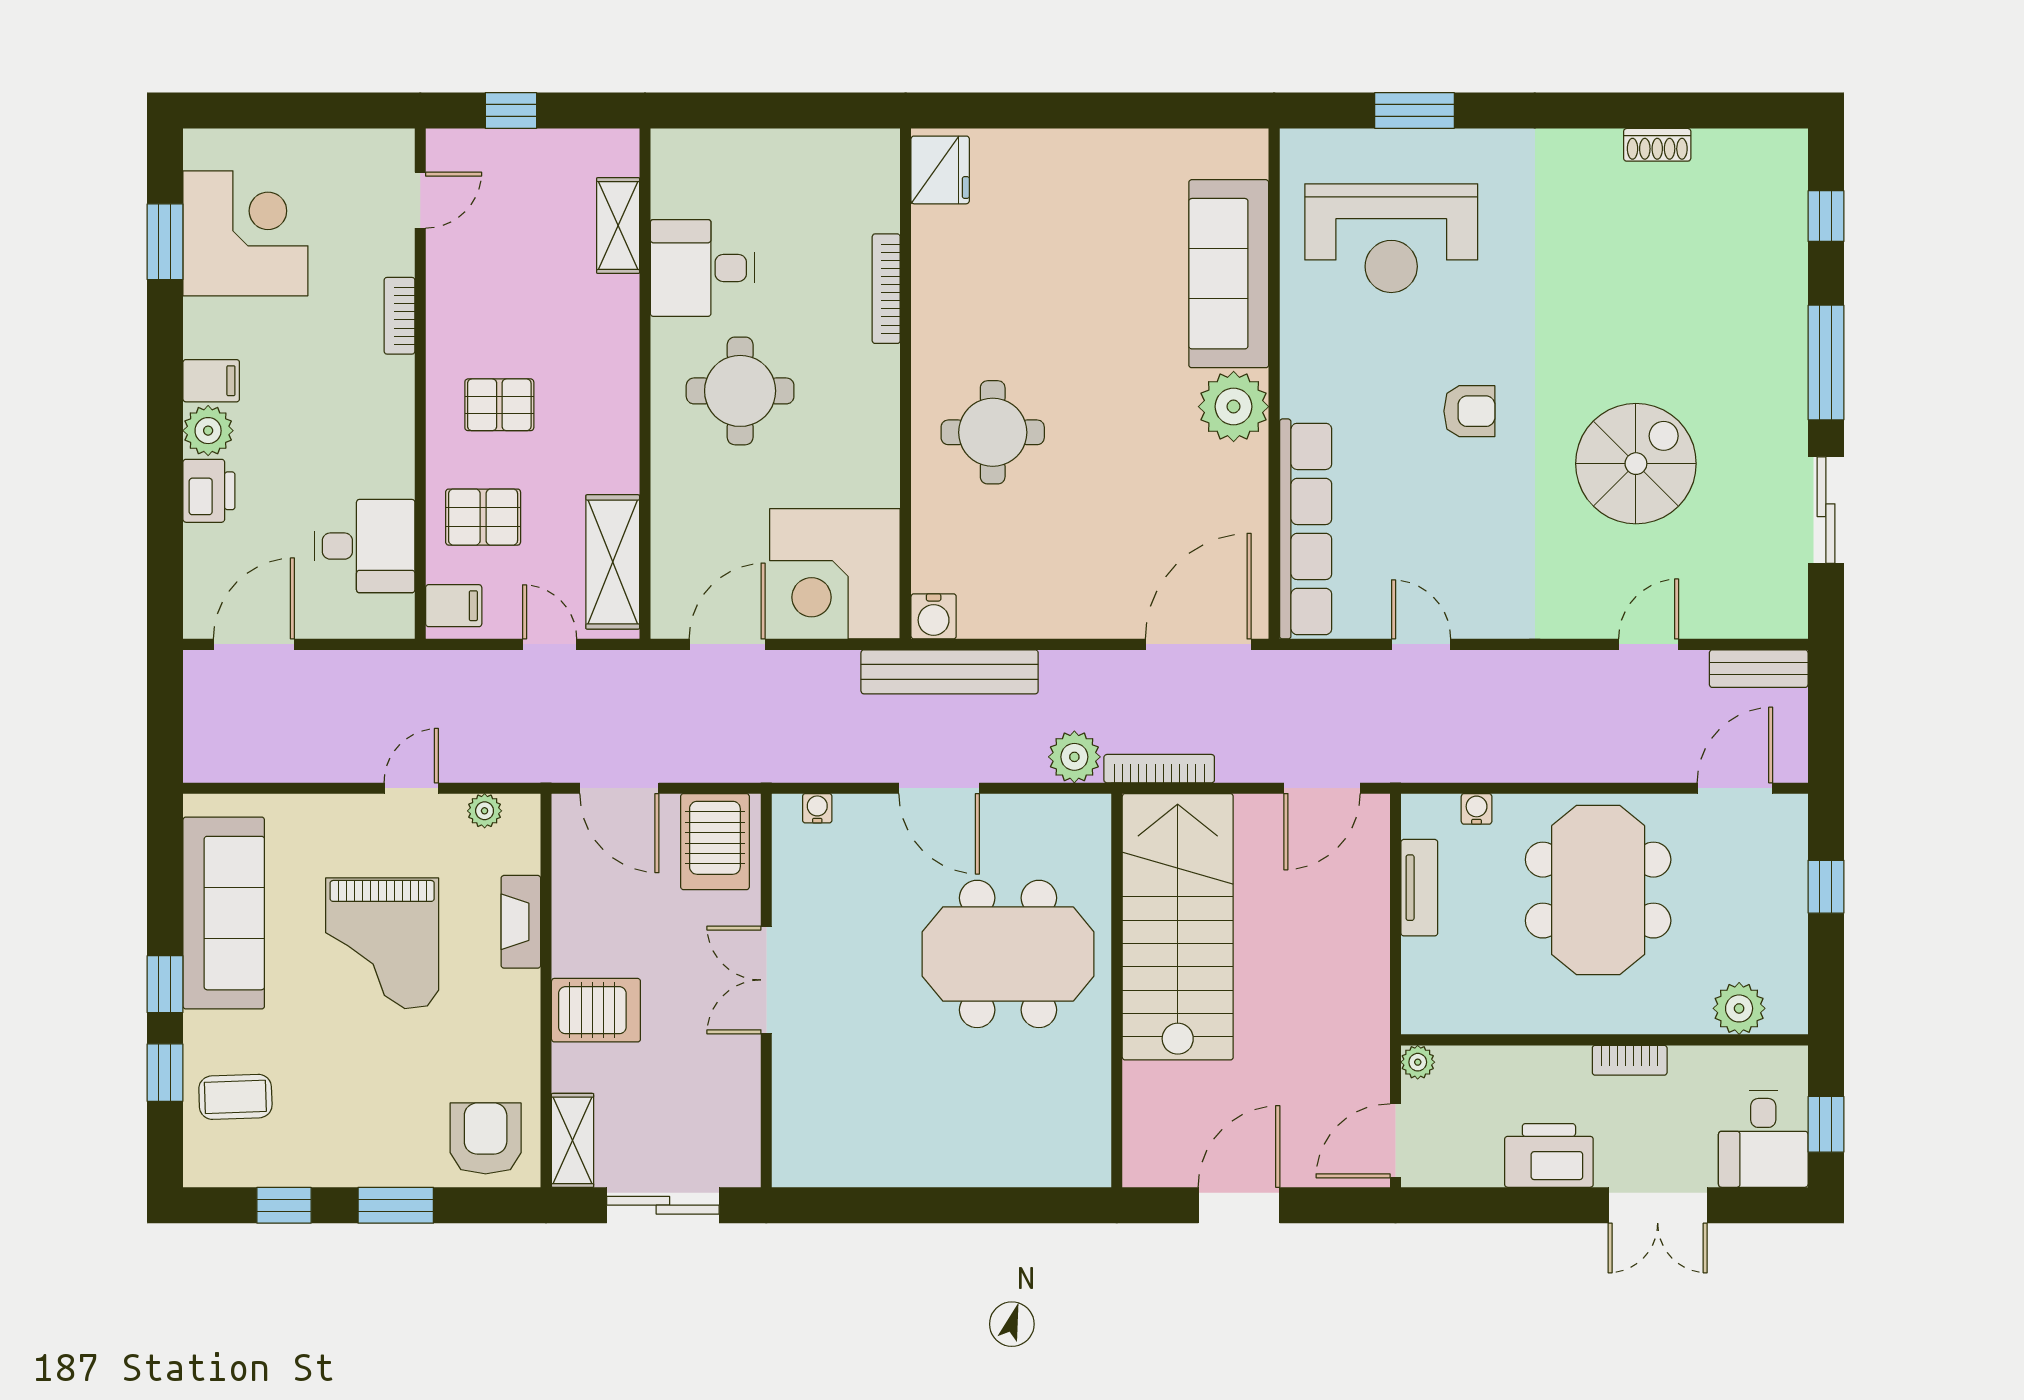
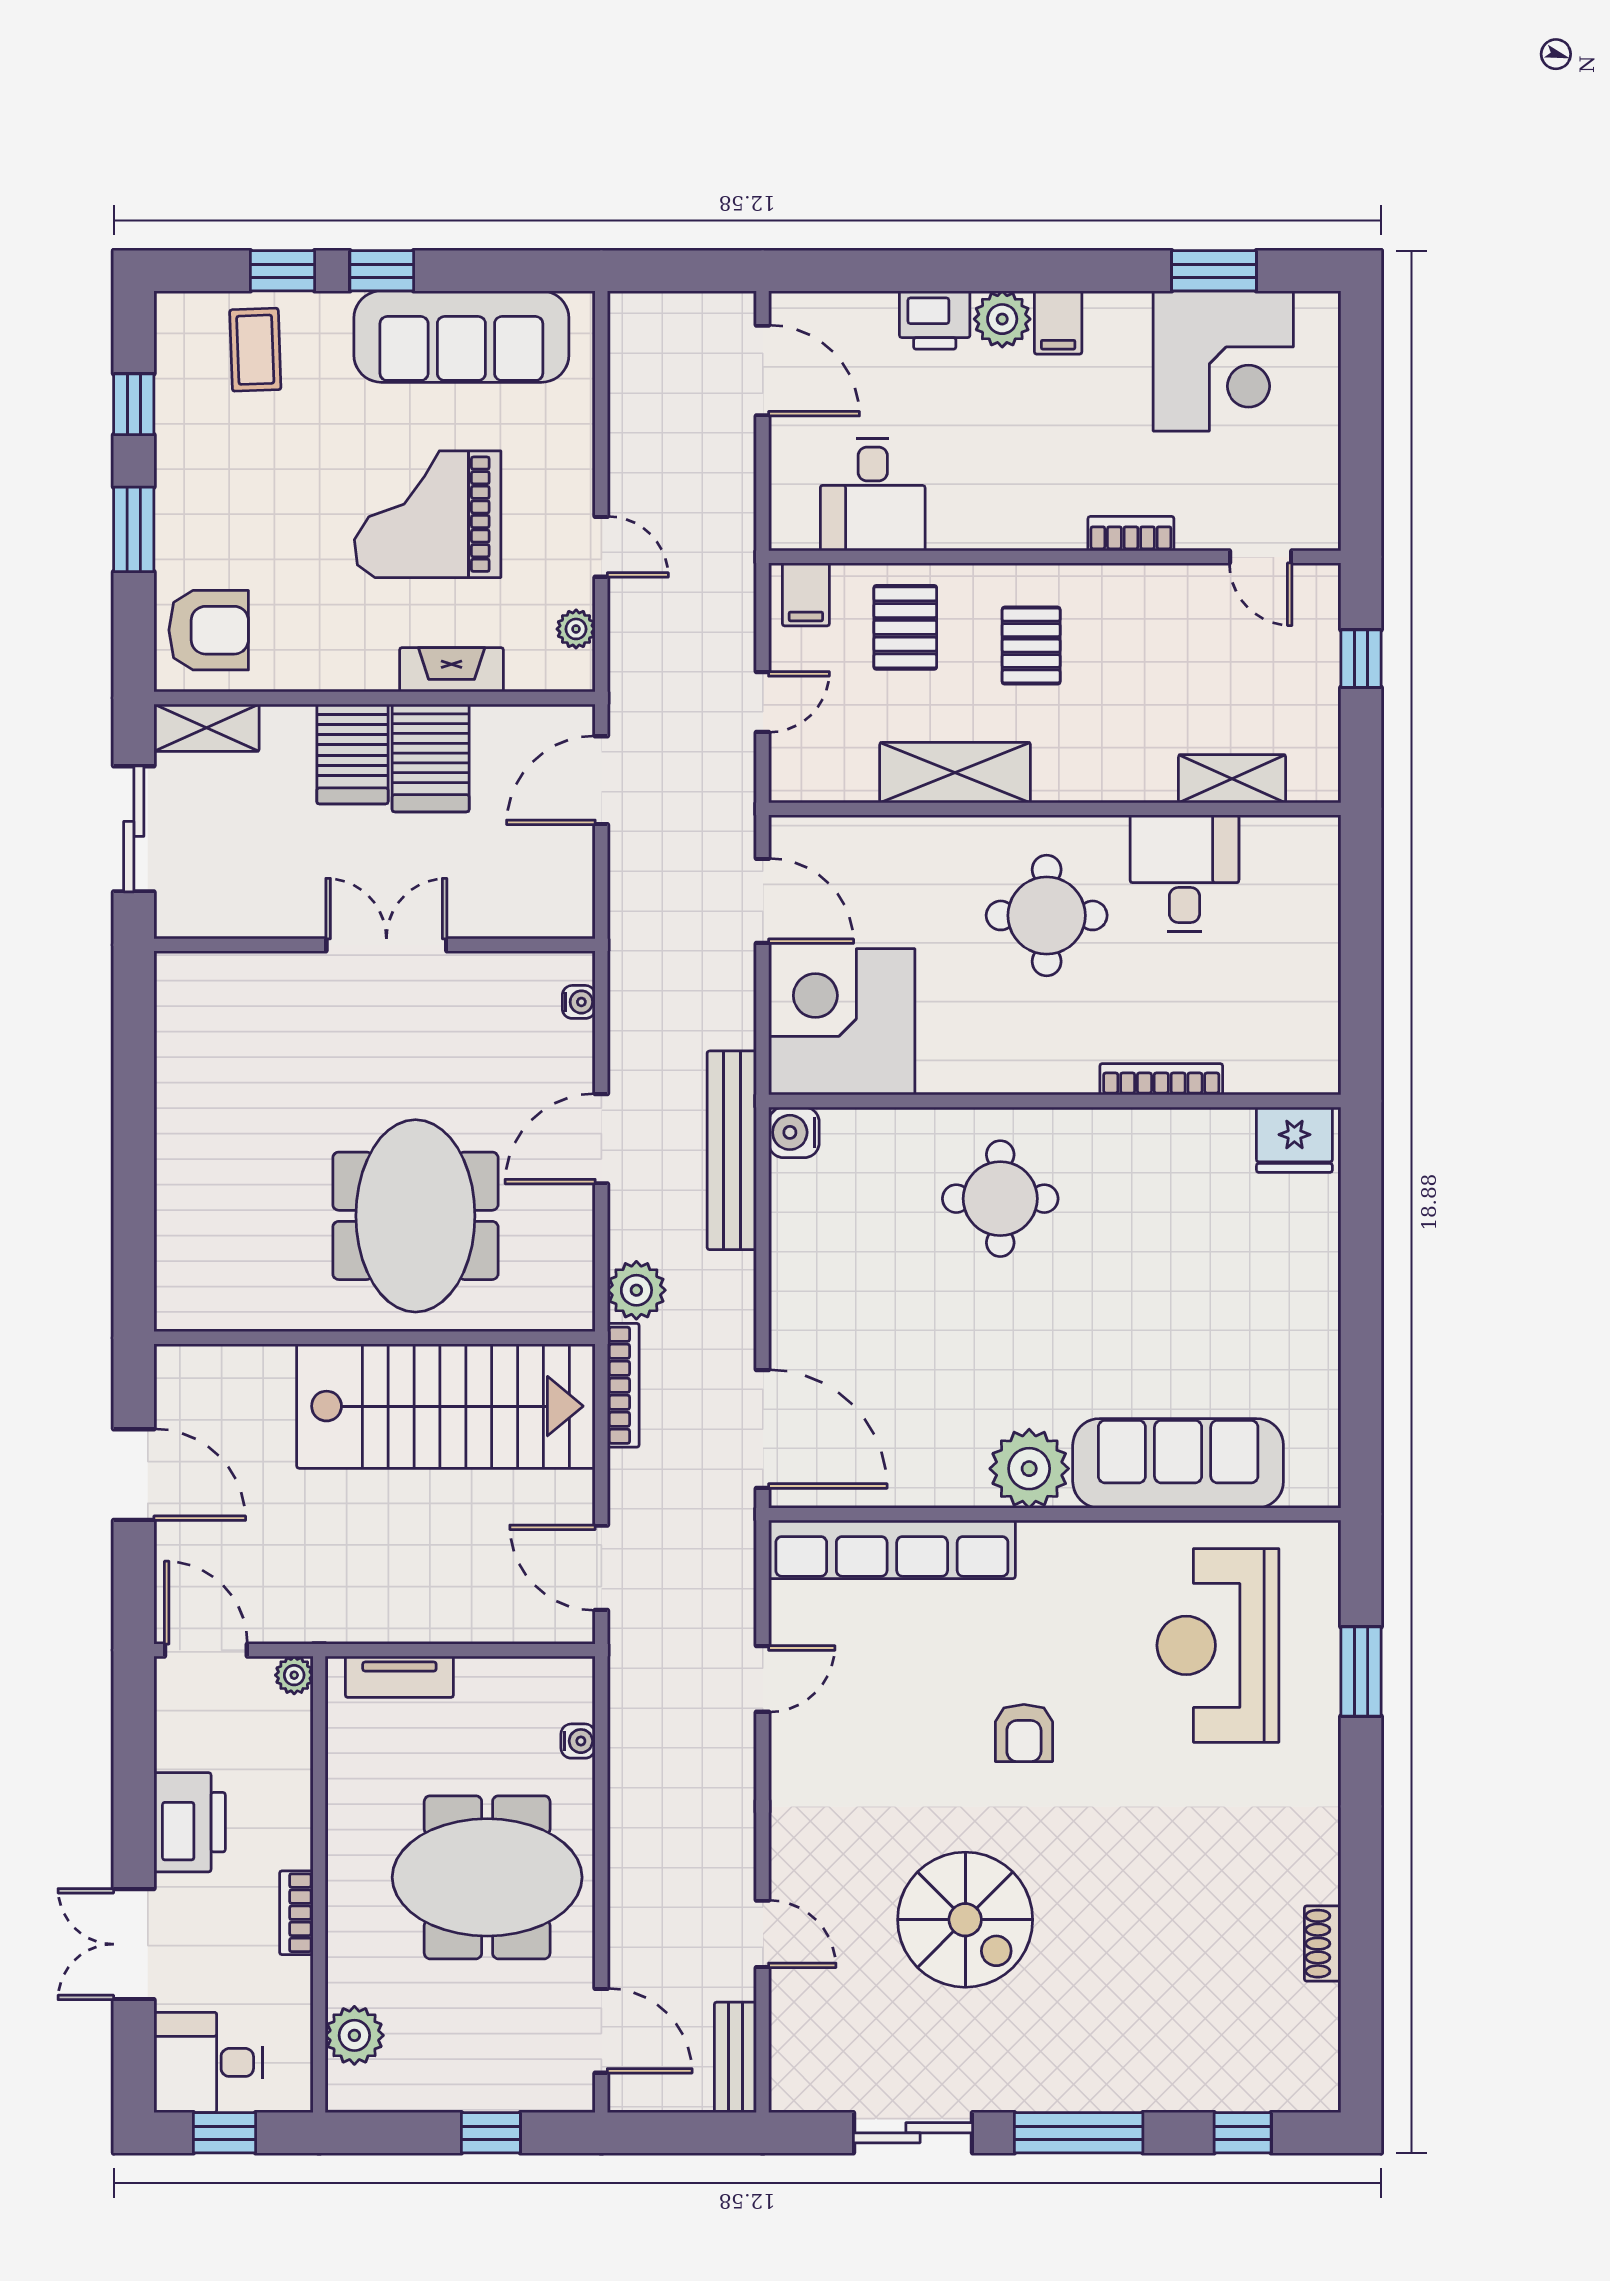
shelving: (613, 562) -> (955, 773), moved
server rack: (715, 842) -> (431, 758), moved, turned -90
tv unit: (1419, 888) -> (399, 1677), moved

